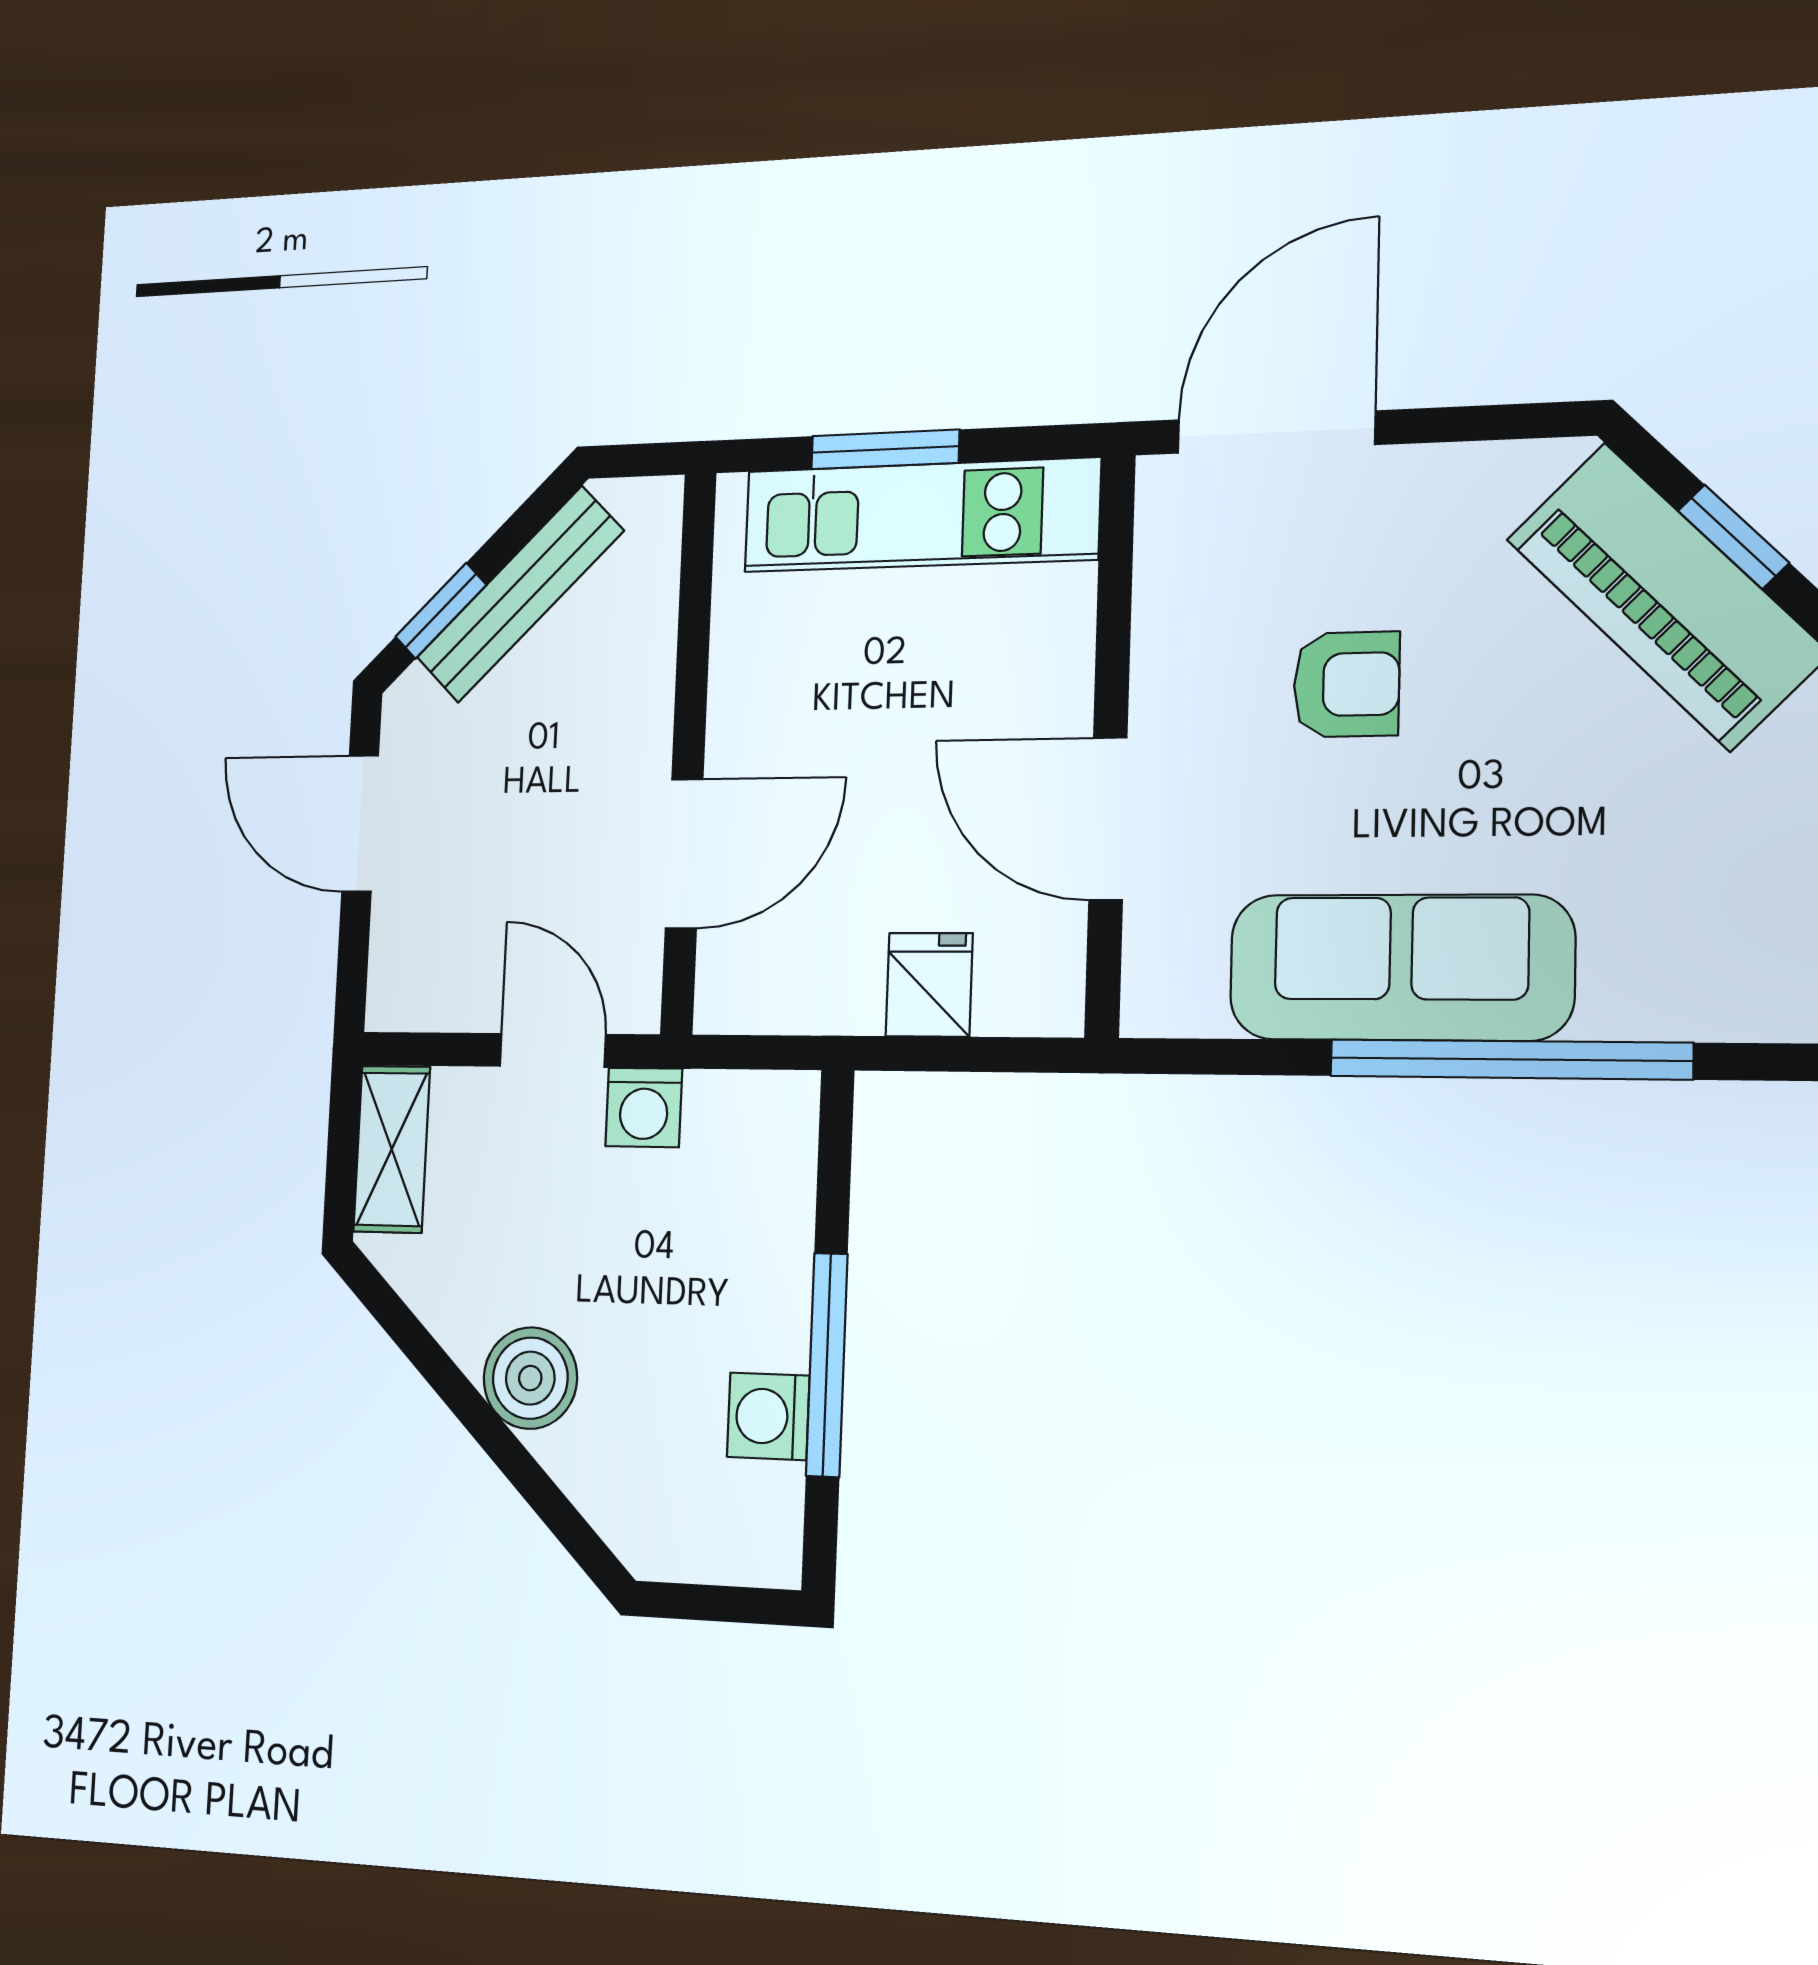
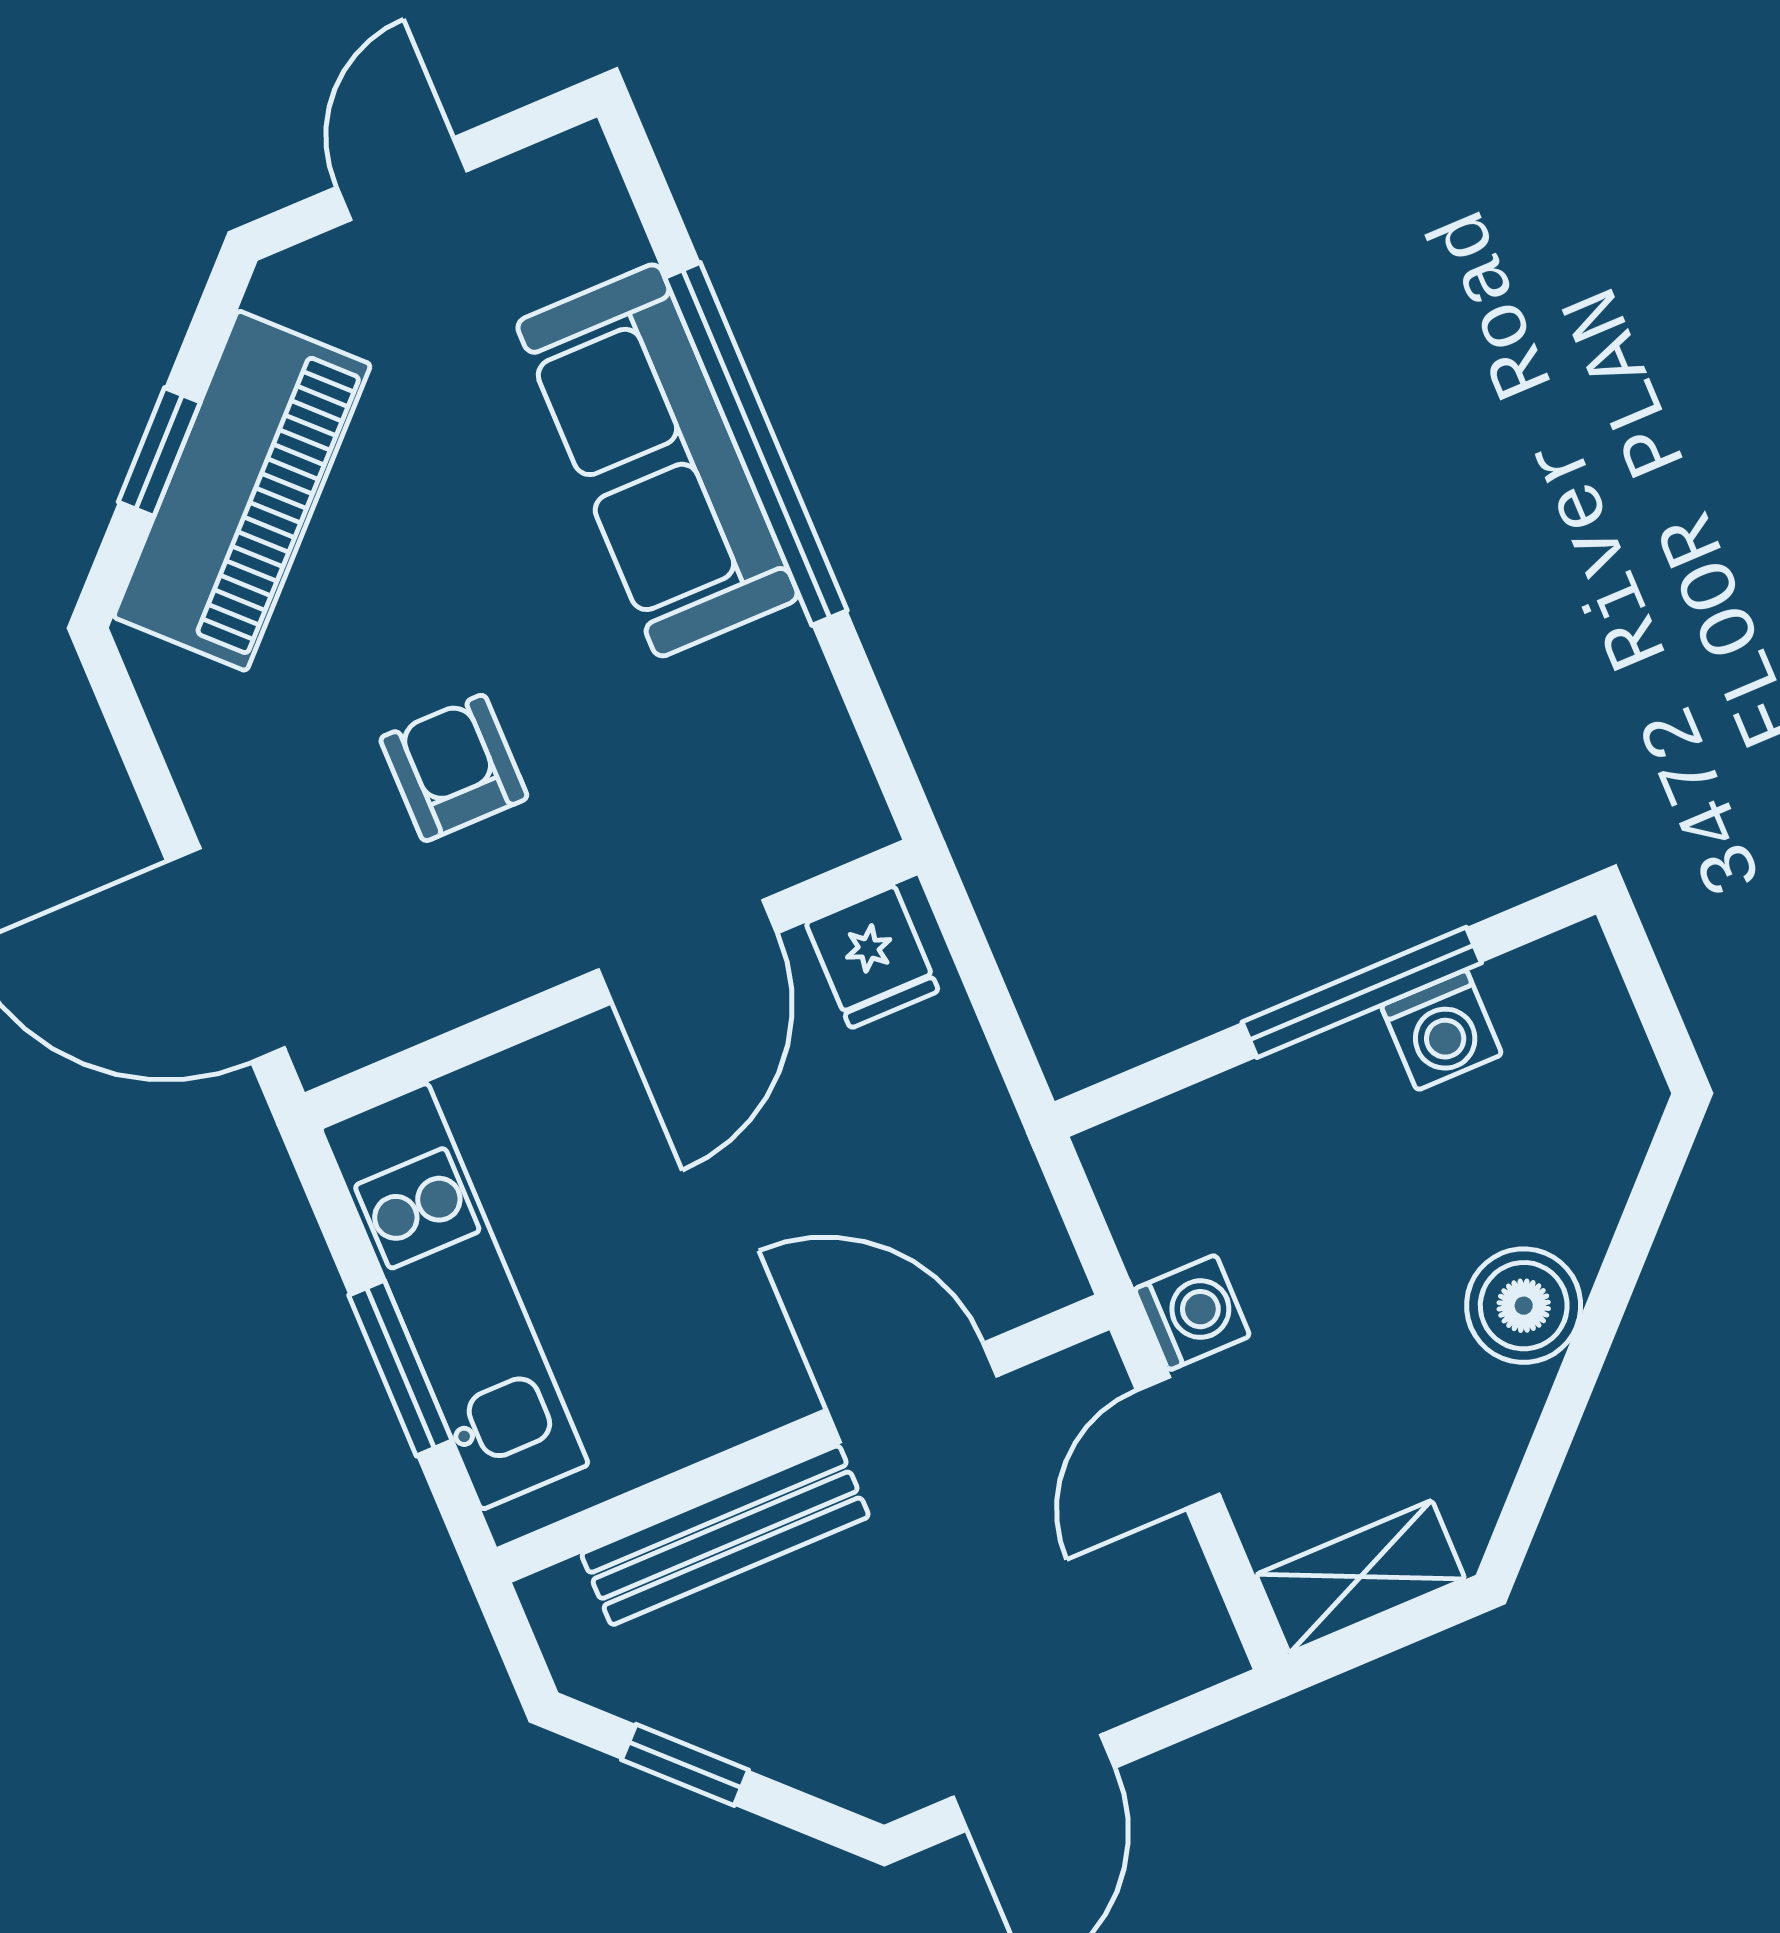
bench: (520, 594) -> (725, 1535), moved, turned -45
window: (441, 611) -> (685, 1765), moved
sofa: (1401, 967) -> (657, 460), moved
fridge: (929, 985) -> (872, 957), moved, turned -90

